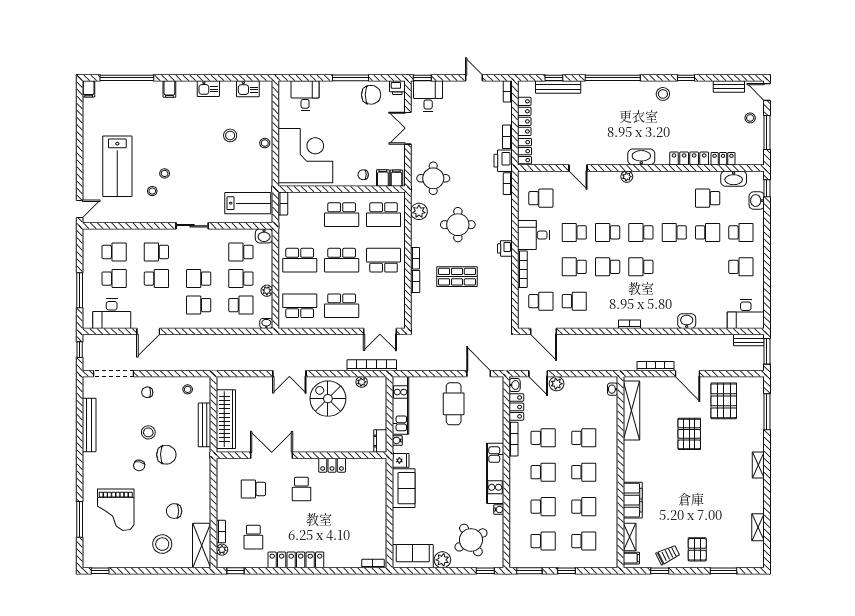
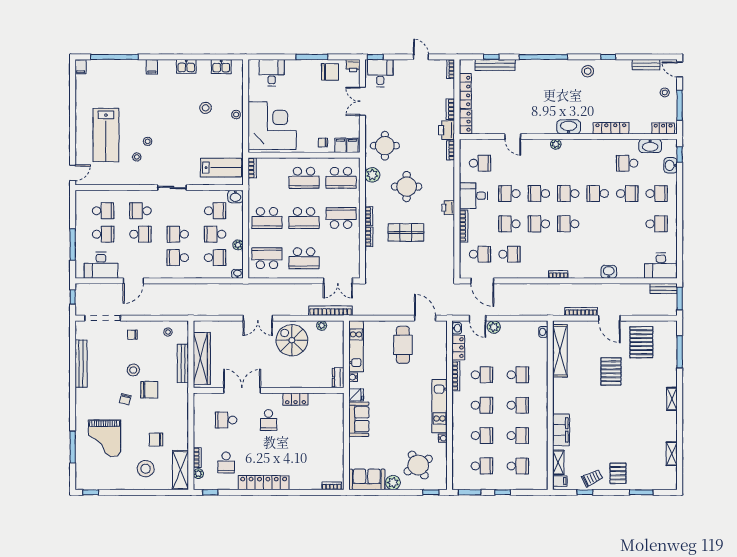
locker: (723, 159) -> (663, 128), moved
school desk: (241, 252) -> (215, 211), turned 180

